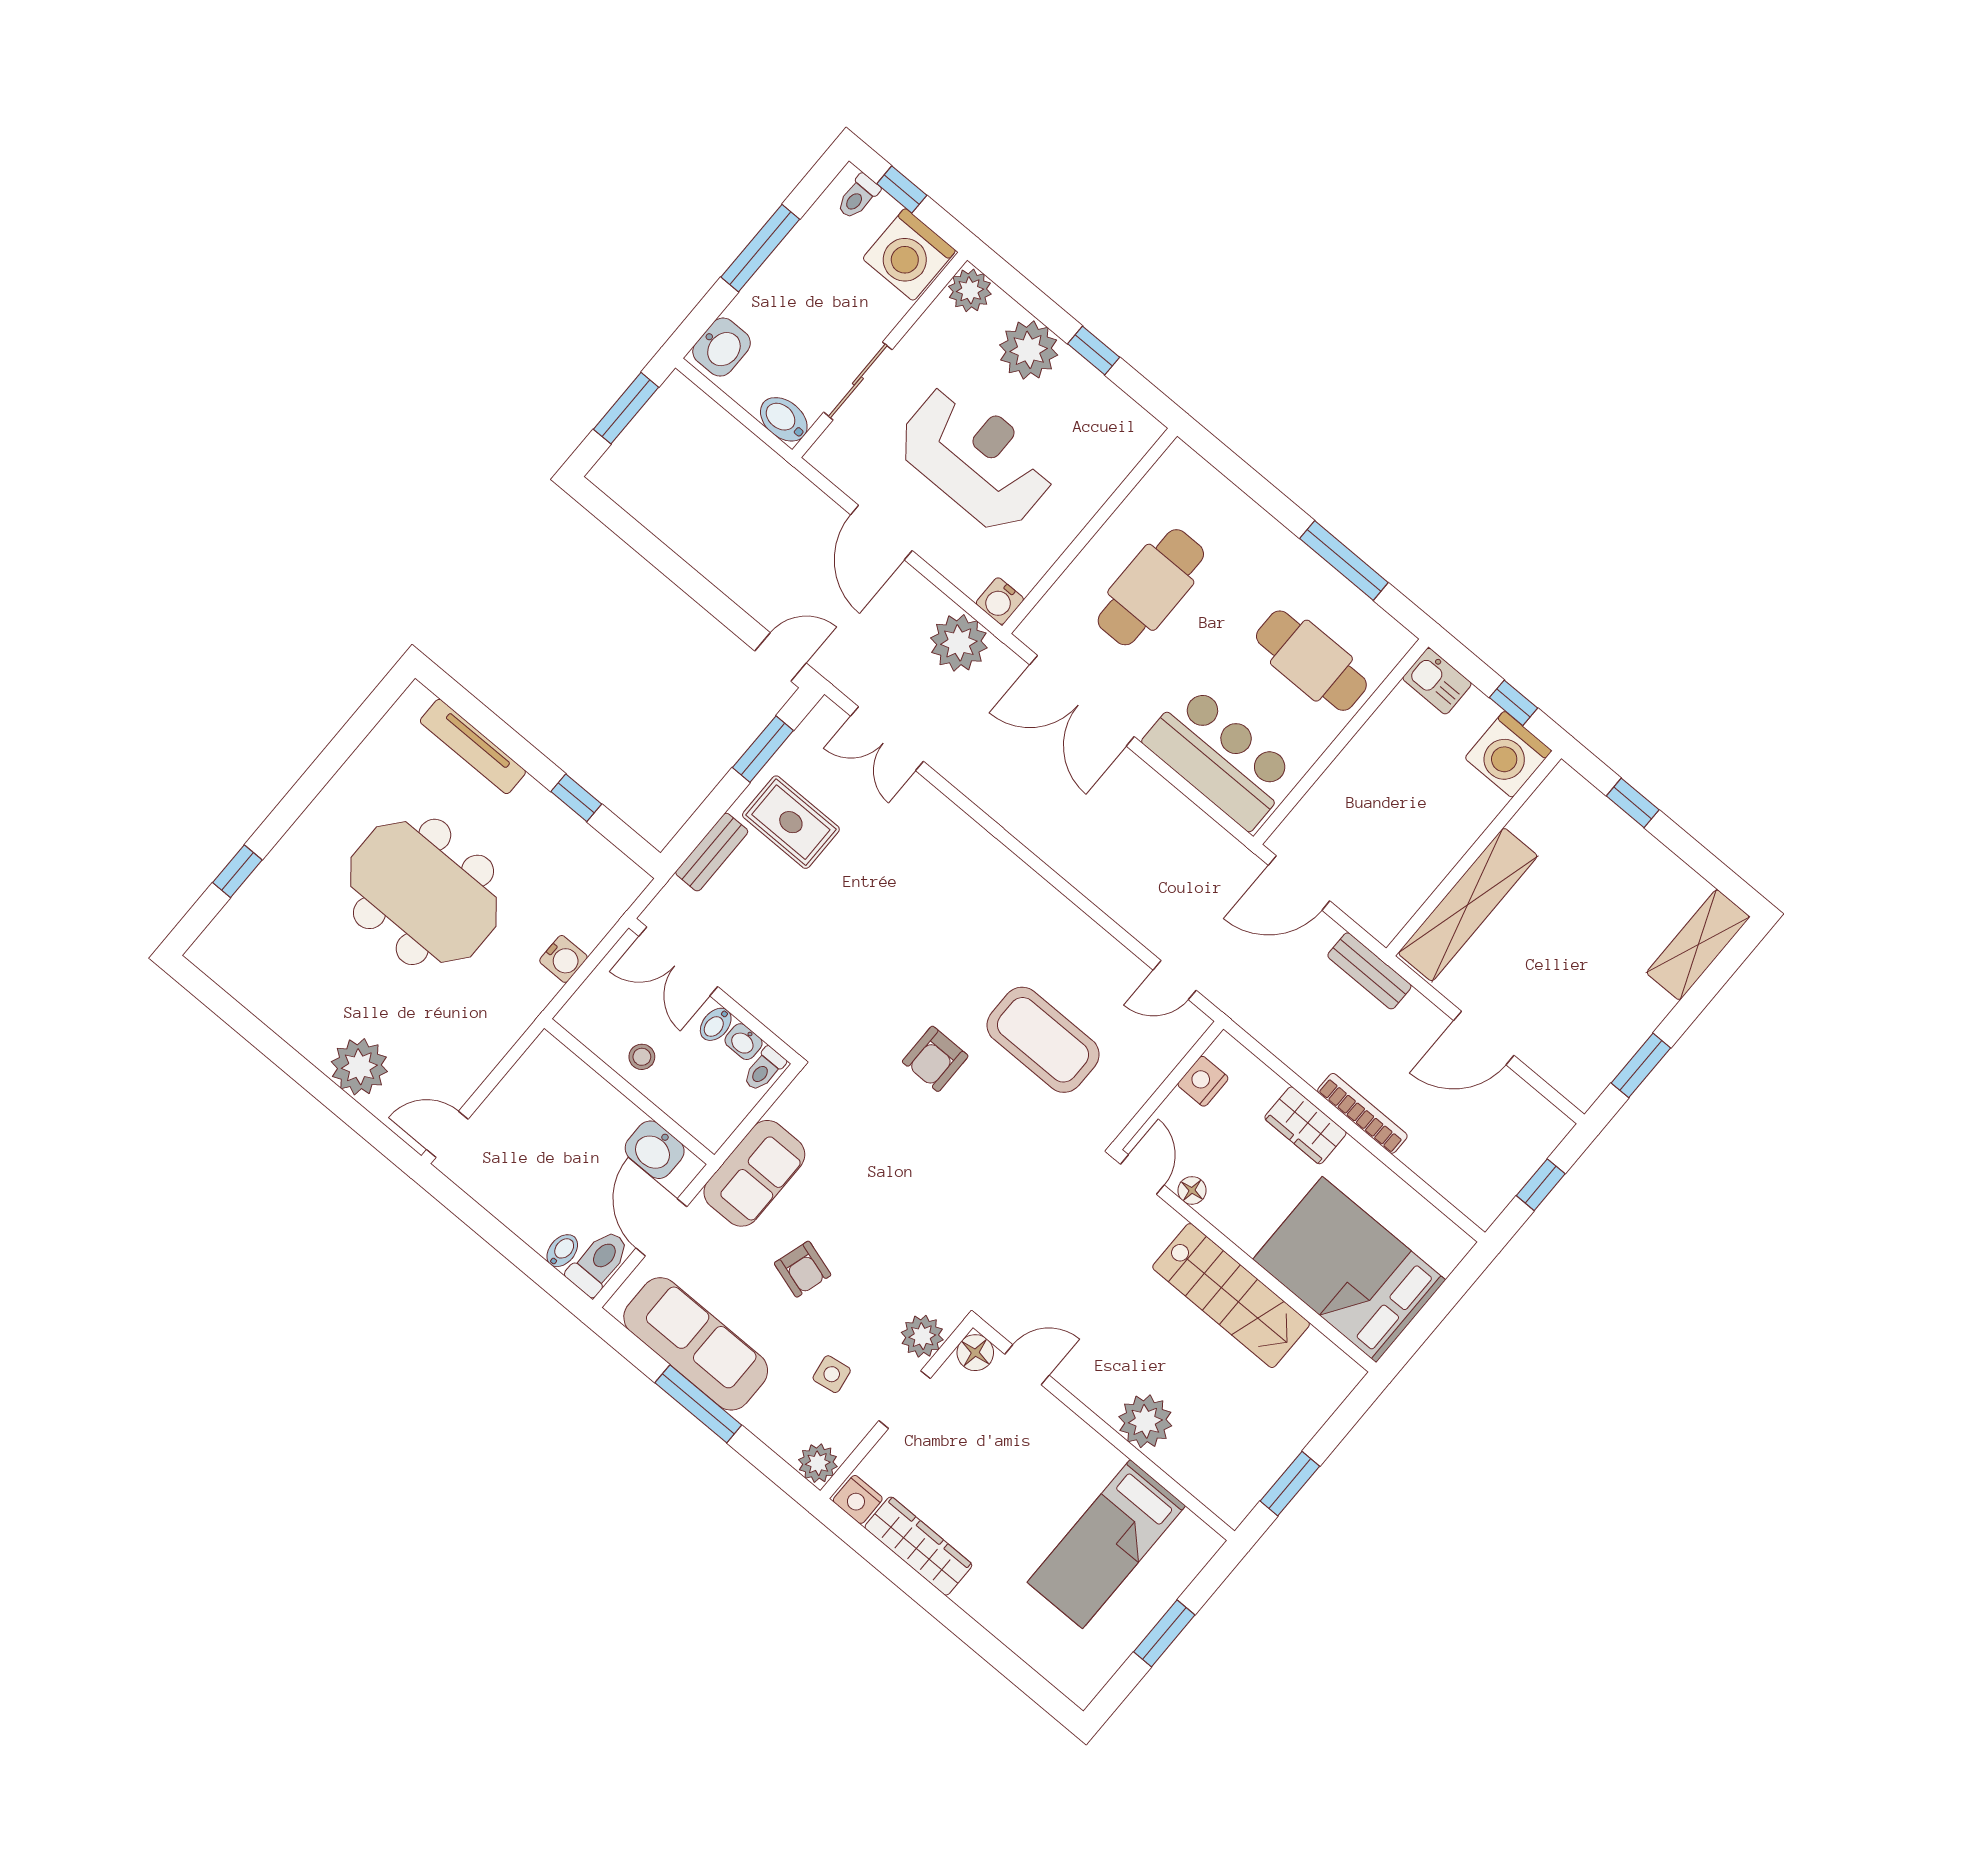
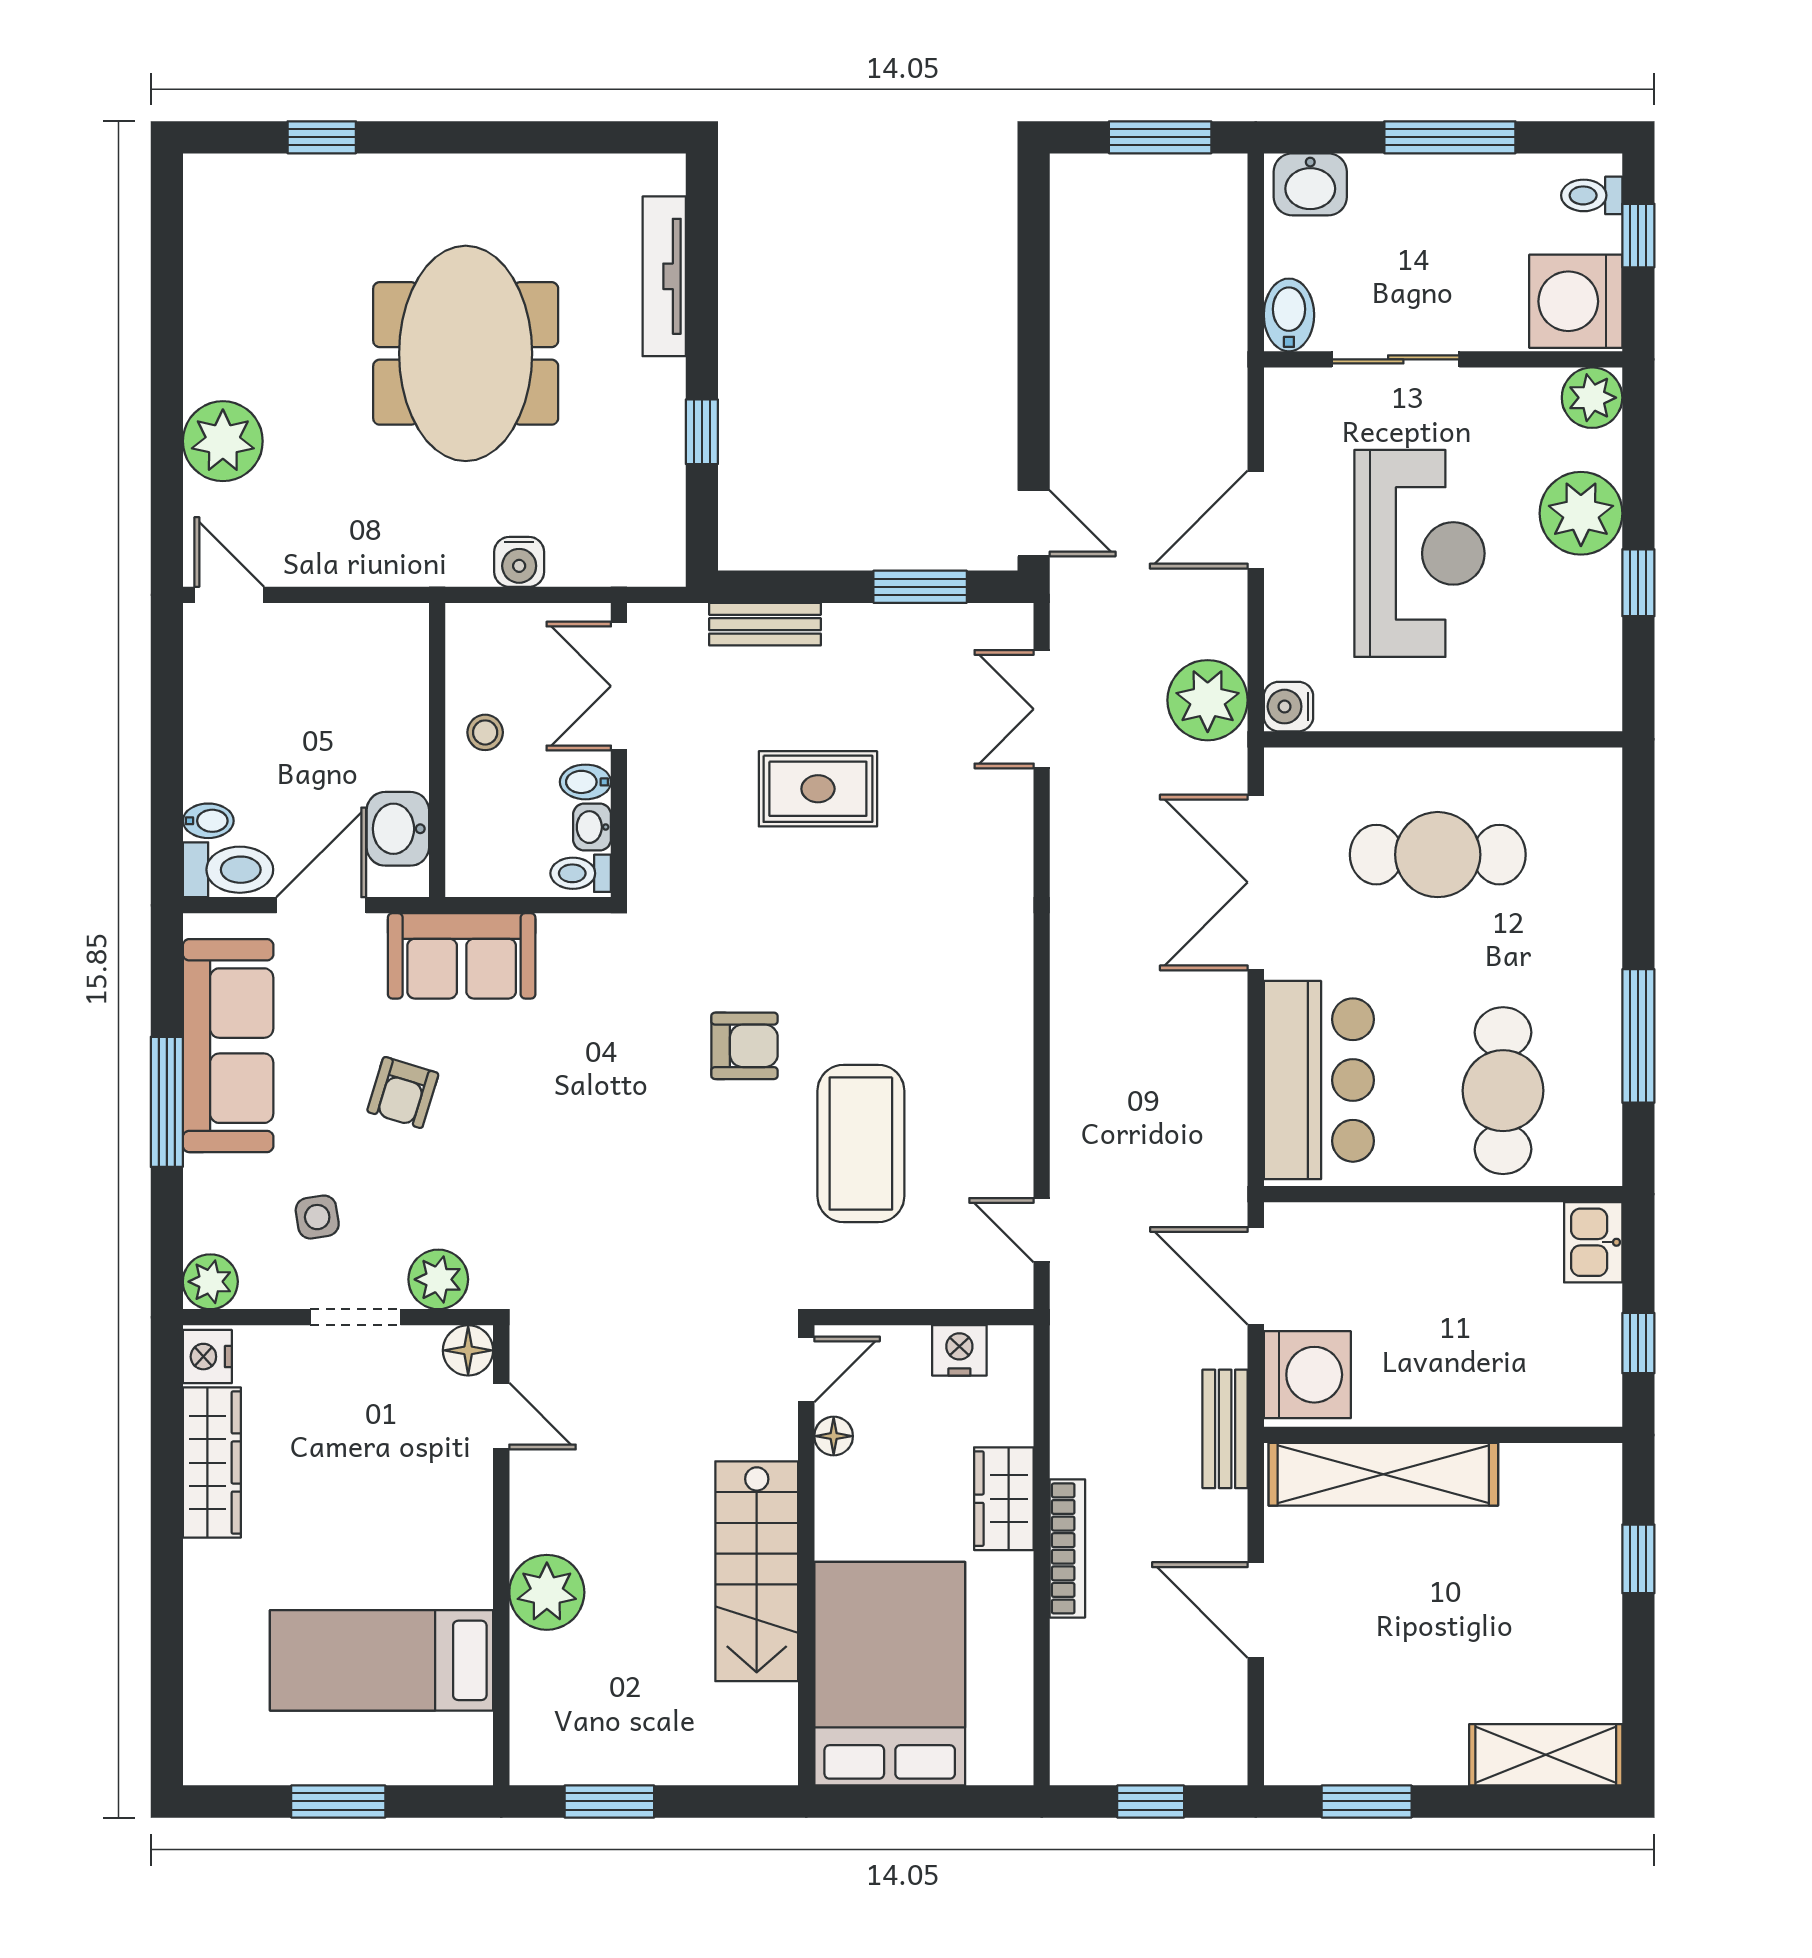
washing machine: (1508, 754) -> (1307, 1375), moved, turned 180
rug: (791, 822) -> (818, 789), moved, turned 90
armchair: (935, 1059) -> (744, 1046), turned 180

